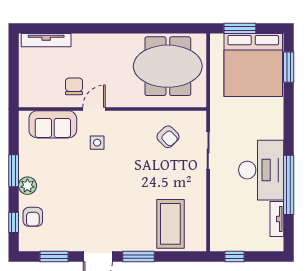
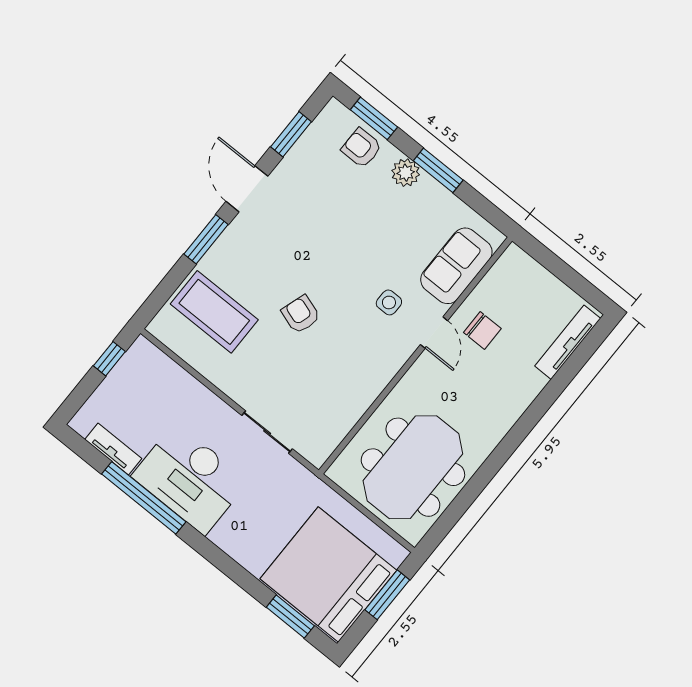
armchair: (168, 137) -> (301, 314), moved, turned 62
window: (14, 222) -> (374, 118), width x1.50

